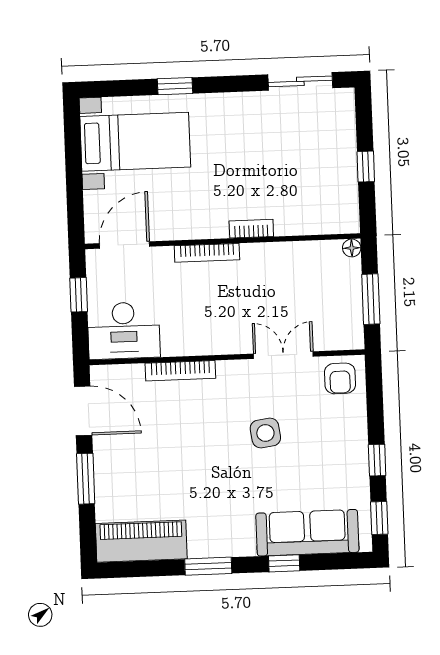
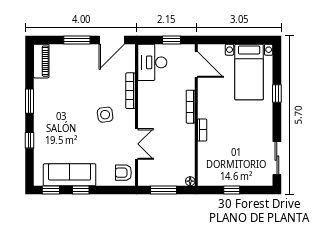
side table: (265, 433) -> (105, 115), moved
sofa: (307, 533) -> (70, 175), moved, turned -90
piano: (141, 541) -> (41, 61), width x0.73, depth x0.75

